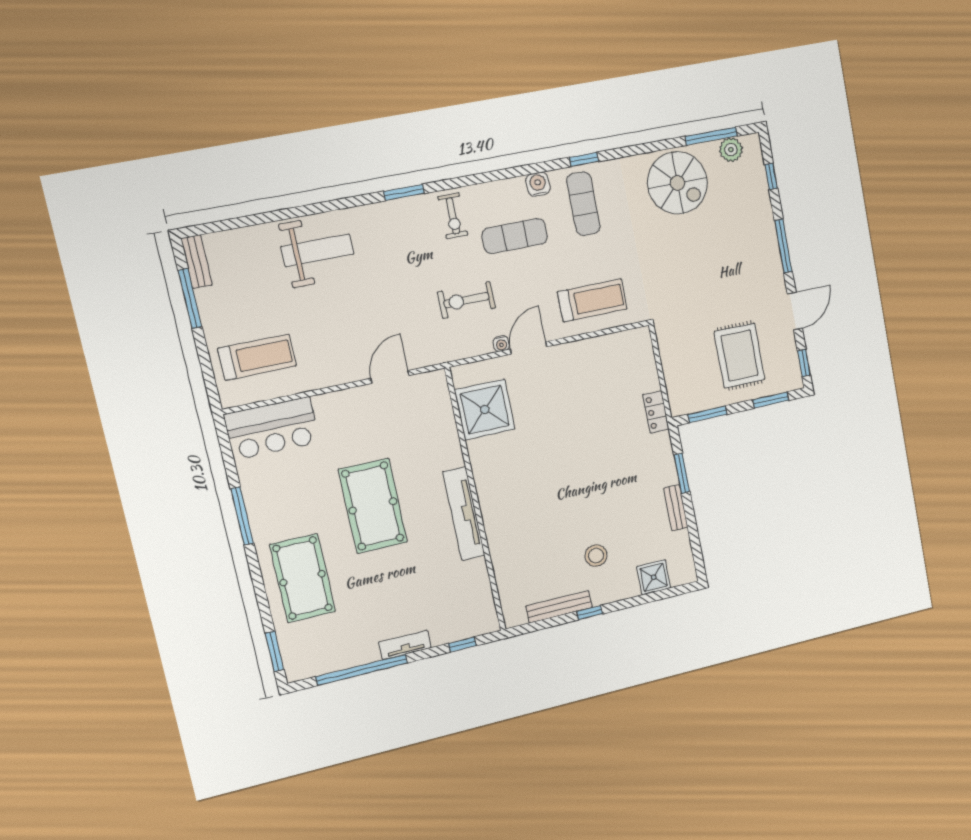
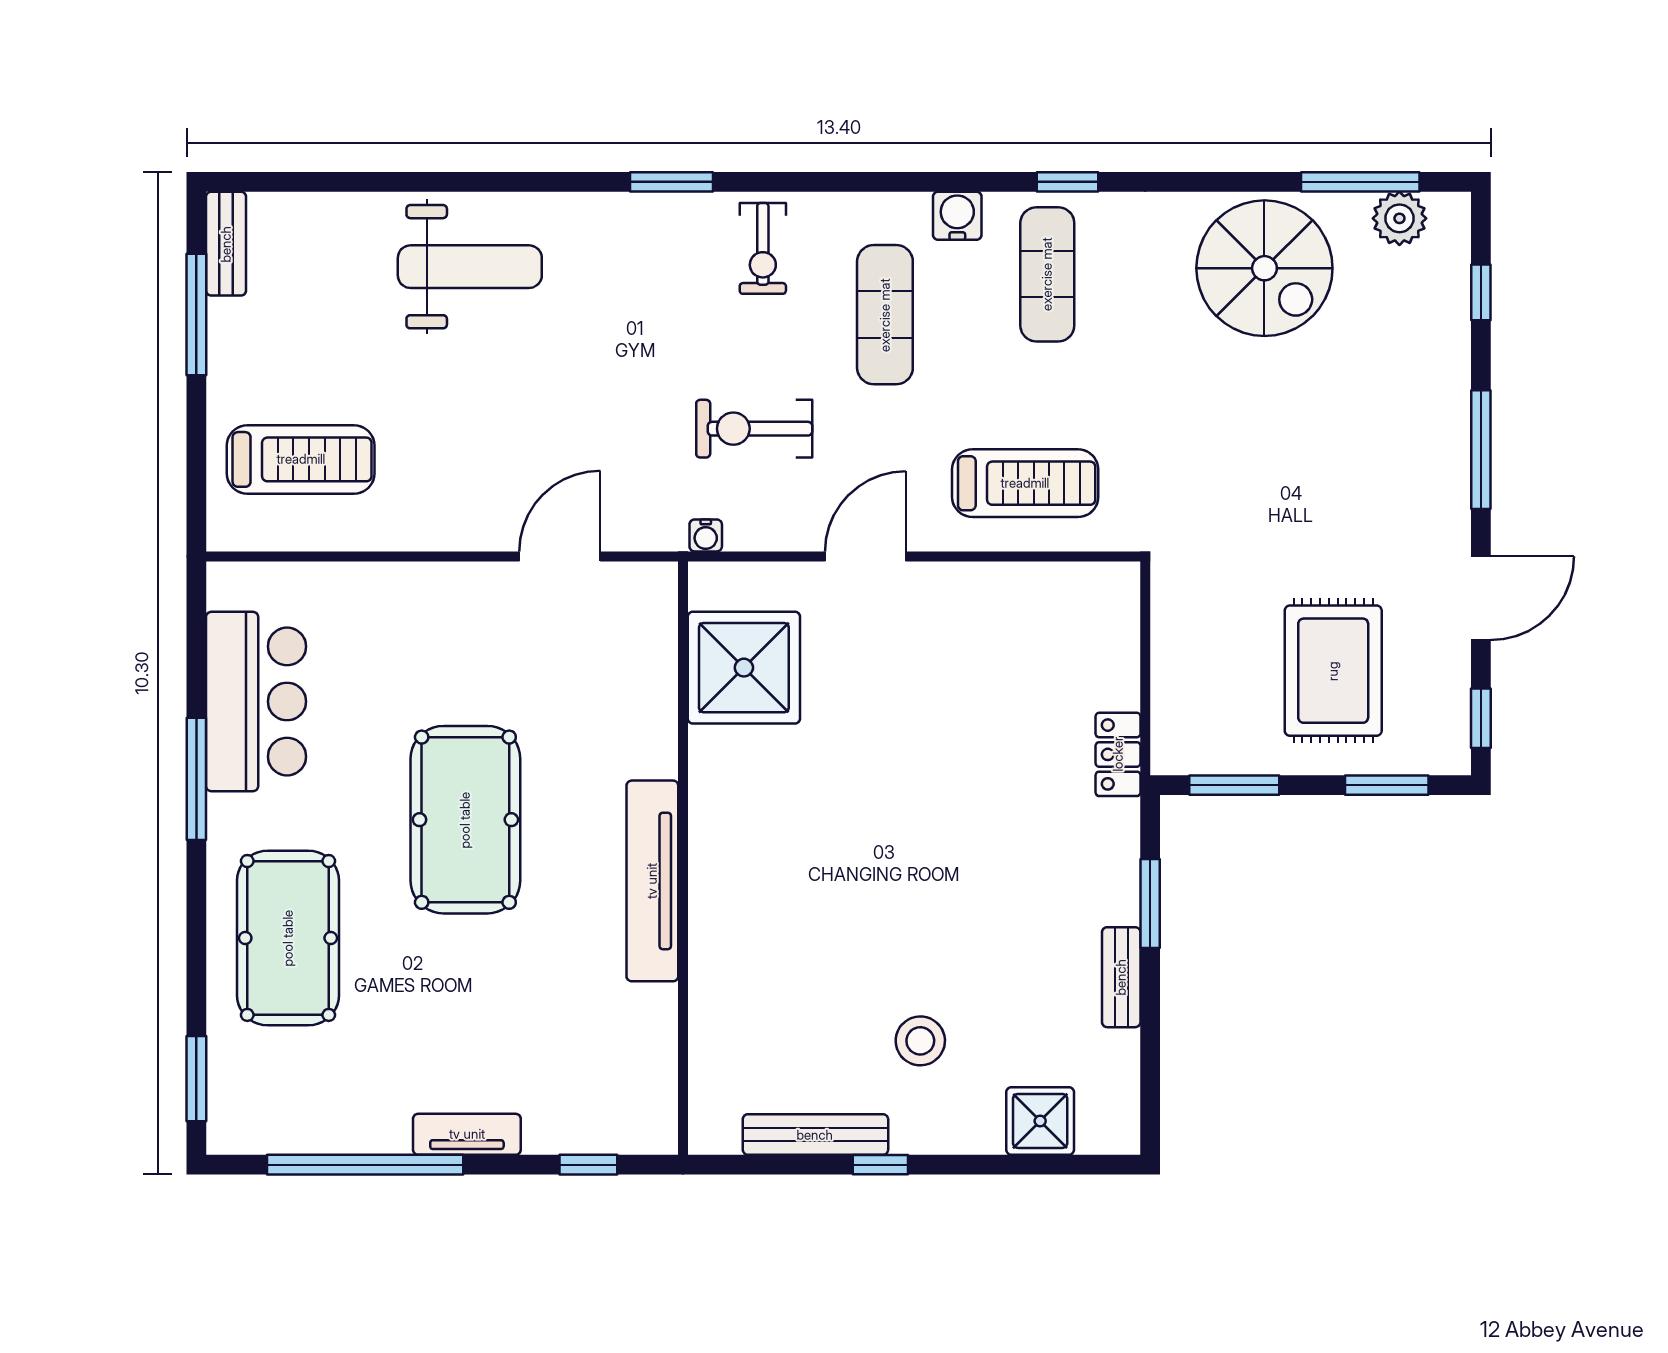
exercise mat: (515, 236) -> (885, 315), turned 90
water cooler: (501, 344) -> (706, 535), moved
bar counter: (272, 428) -> (256, 702), moved, turned -90

